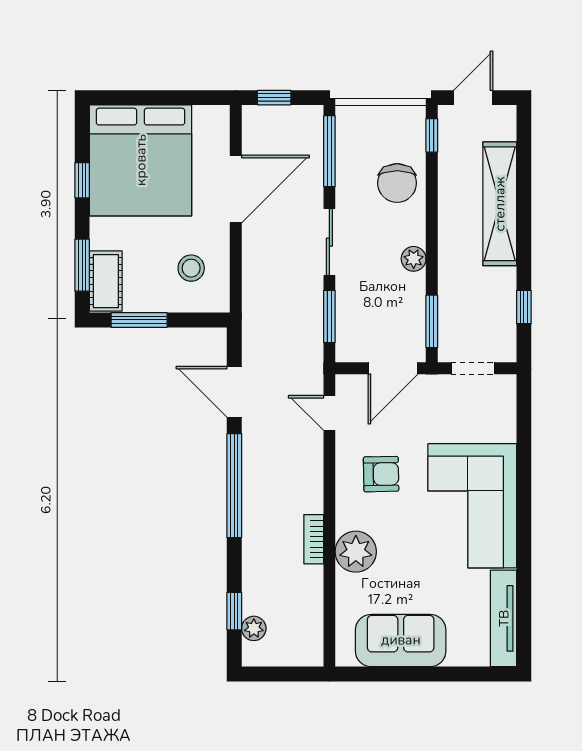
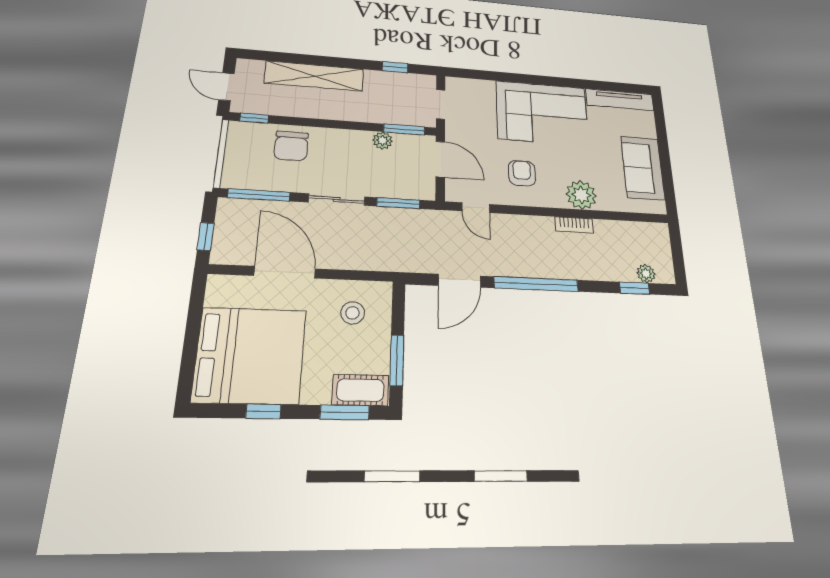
chair: (397, 183) -> (291, 146), turned 90
plant: (414, 259) -> (383, 141), moved
door: (329, 413) -> (476, 208), hinge flipped

